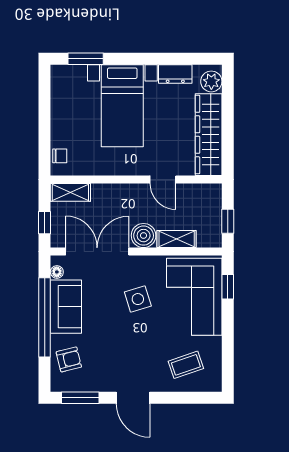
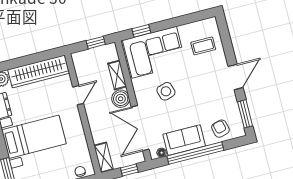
coffee table: (186, 365) -> (203, 46), turned -71

